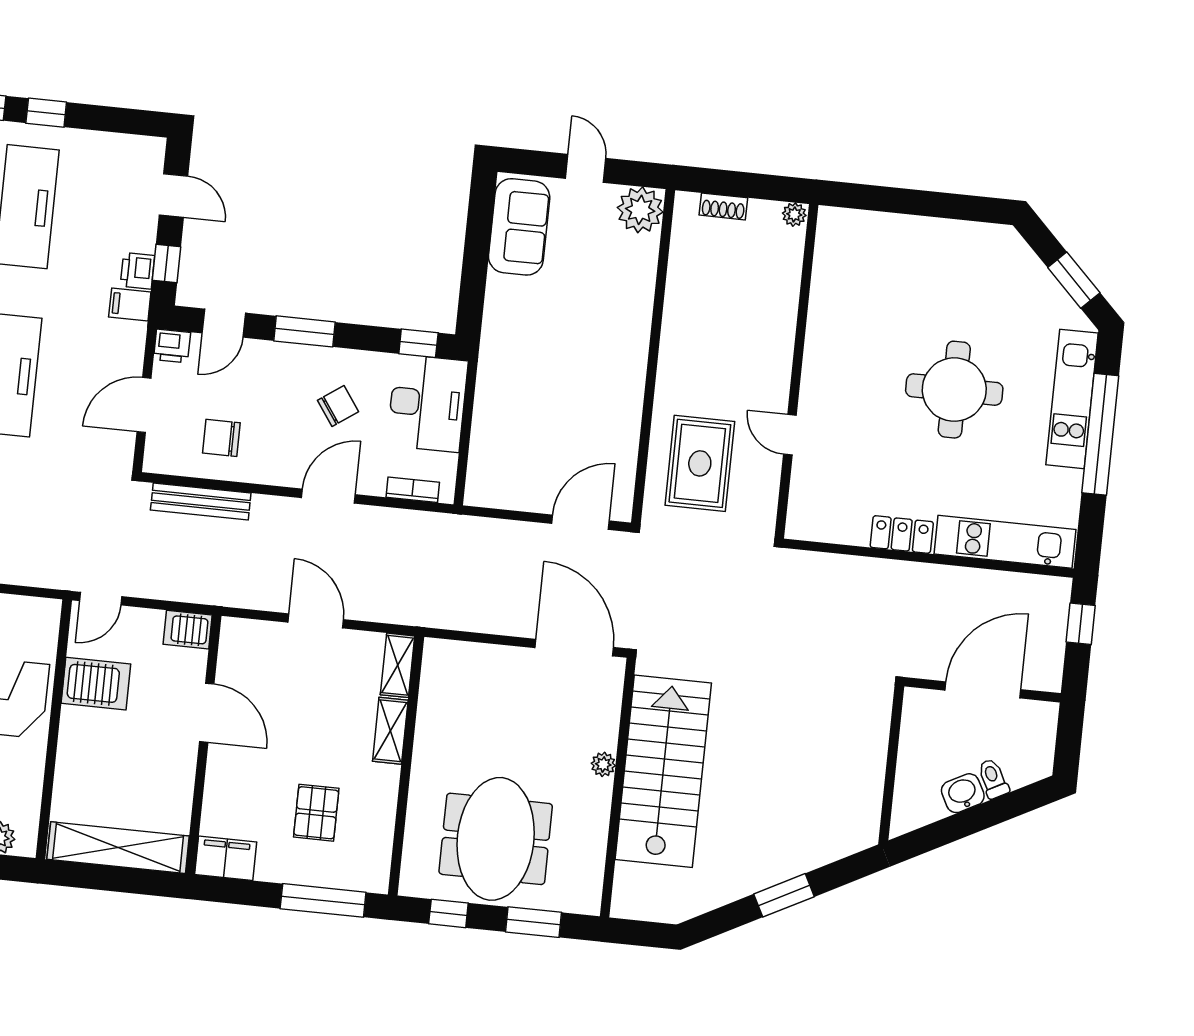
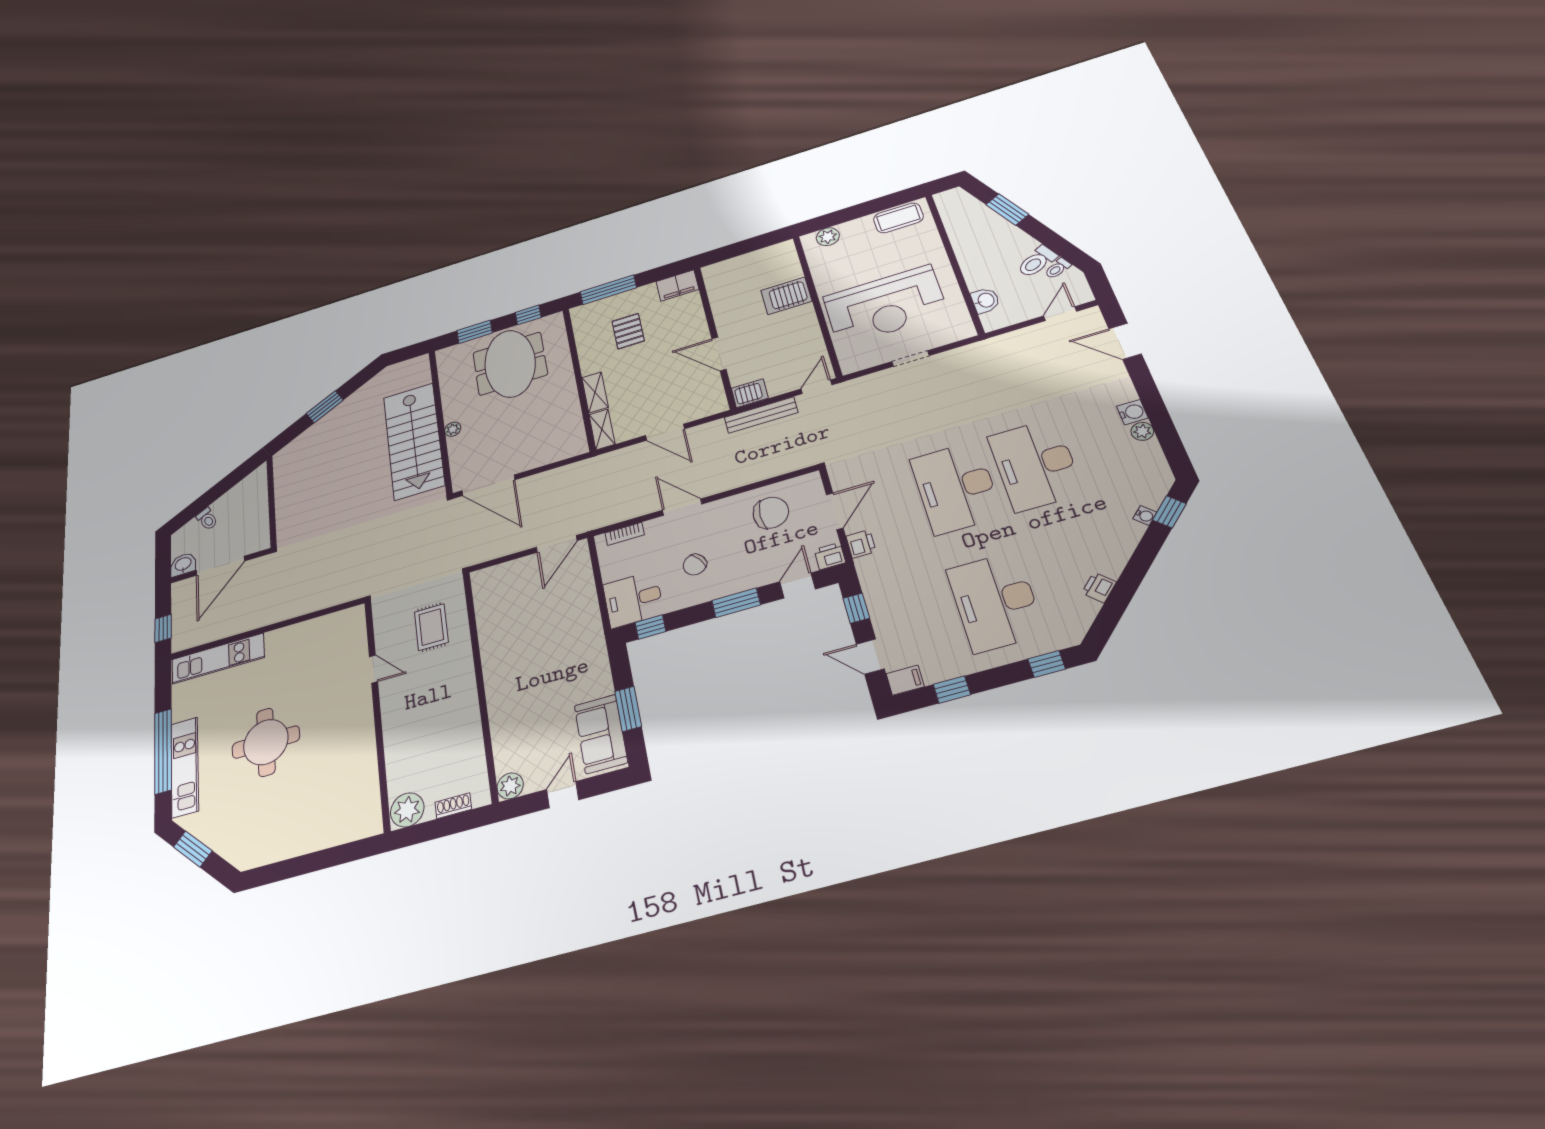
window: (46, 113) -> (952, 690), moved
door: (586, 168) -> (563, 795), swing flipped
plant: (640, 210) -> (510, 786), width x0.73, depth x0.73
plant: (794, 214) -> (407, 810), width x1.87, depth x1.87
window: (477, 246) -> (628, 709), added
printer: (138, 271) -> (861, 544), moved
filing cabinet: (130, 304) -> (905, 680), moved
desk: (427, 403) -> (633, 599), width x0.73
chair: (221, 438) -> (771, 513), width x1.37, depth x1.37
rug: (700, 463) -> (431, 627), width x0.73, depth x0.70
door: (328, 496) -> (682, 507), swing flipped
bench: (201, 502) -> (761, 415), moved
door: (580, 522) -> (557, 544), moved
locker: (902, 535) -> (287, 636), removed
server rack: (96, 684) -> (786, 296), moved
washbasin: (963, 793) -> (183, 564), moved, turned -152
shelving: (118, 848) -> (748, 263), removed

